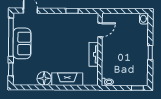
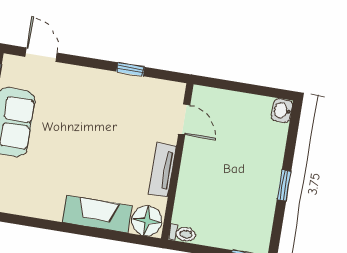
door: (100, 30) -> (184, 119), hinge flipped
floor lamp: (44, 78) -> (147, 221), moved

